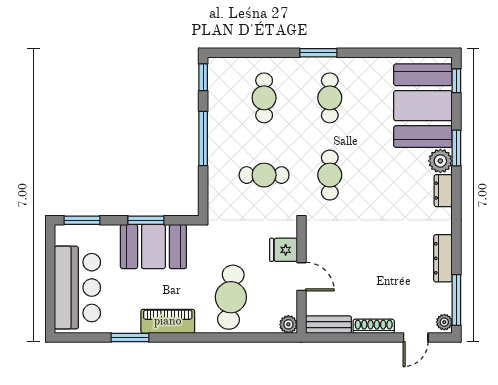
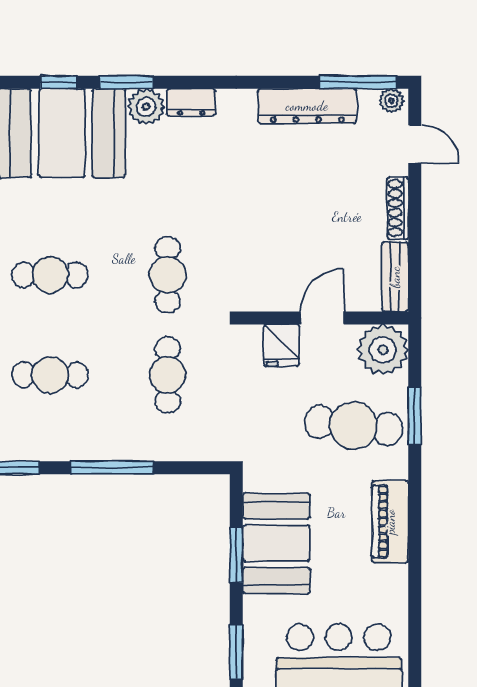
window: (456, 81) -> (58, 82), moved
cafe table: (330, 175) -> (168, 275), turned 90
dresser: (443, 258) -> (307, 106), width x1.37, depth x1.24
plant: (288, 324) -> (383, 350), width x1.87, depth x1.87
window: (130, 337) -> (415, 416), moved

